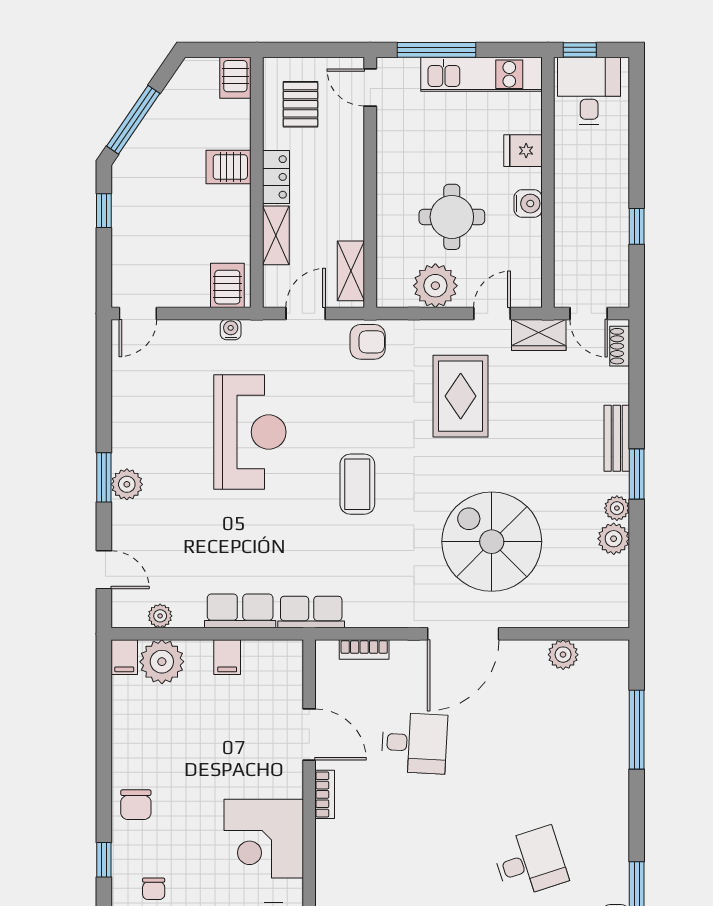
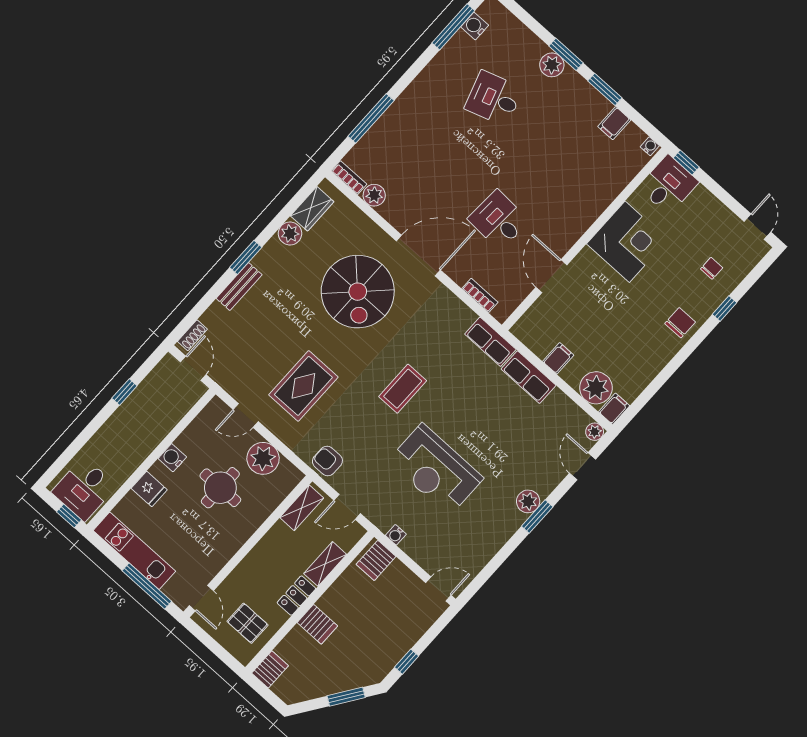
pallet: (300, 104) -> (248, 623), turned 90
window: (133, 120) -> (346, 697), width x0.69
wardrobe: (539, 335) -> (312, 209), moved, turned 90
reception desk: (250, 432) -> (436, 470), turned -90
plant: (617, 508) -> (273, 248), removed
plant: (160, 616) -> (595, 432), moved
bookcase: (325, 794) -> (349, 178), moved, turned 90

